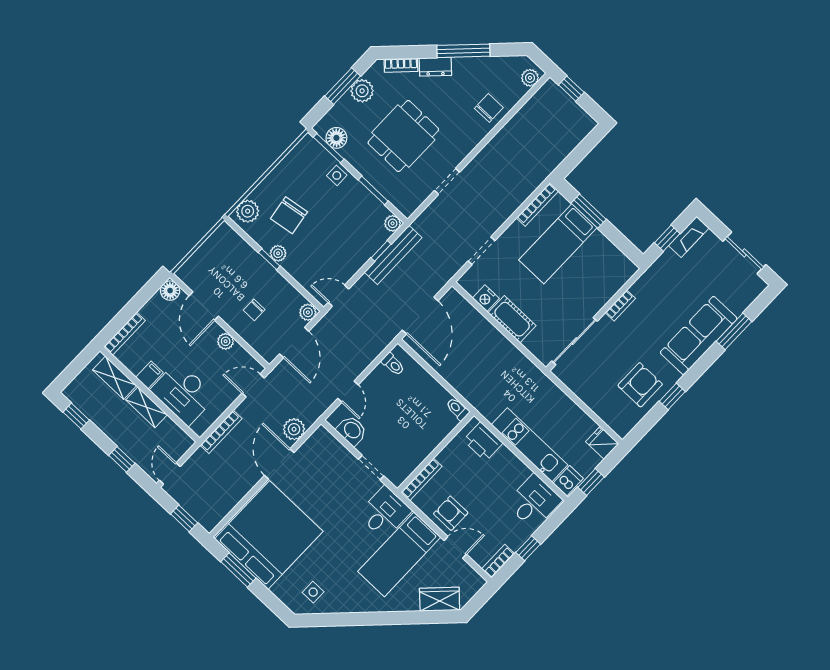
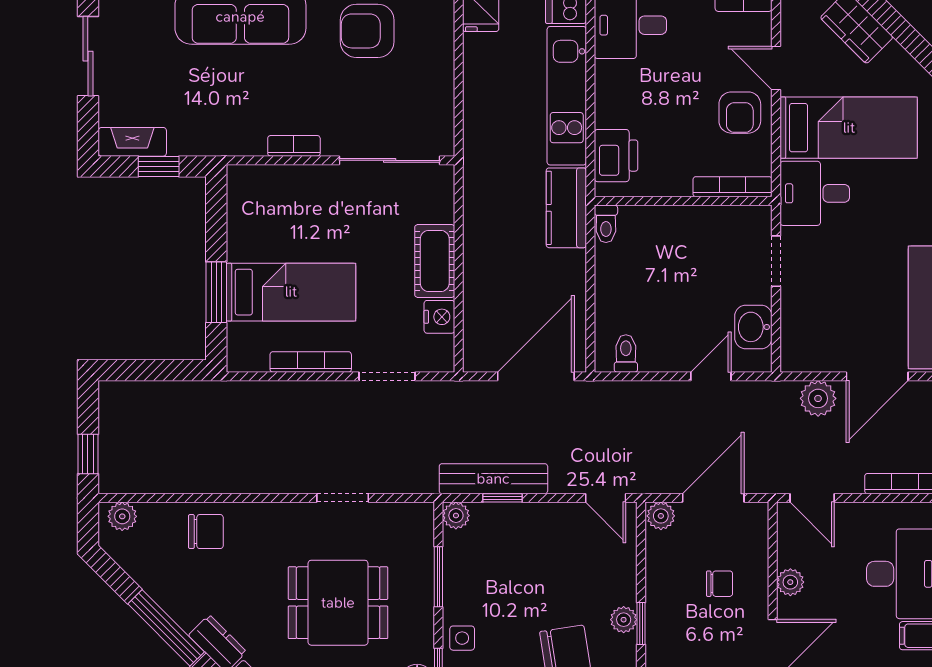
chair: (489, 108) -> (206, 532), turned 180
bookcase: (537, 205) -> (311, 362), moved
kitchen counter: (481, 398) -> (566, 208), added

